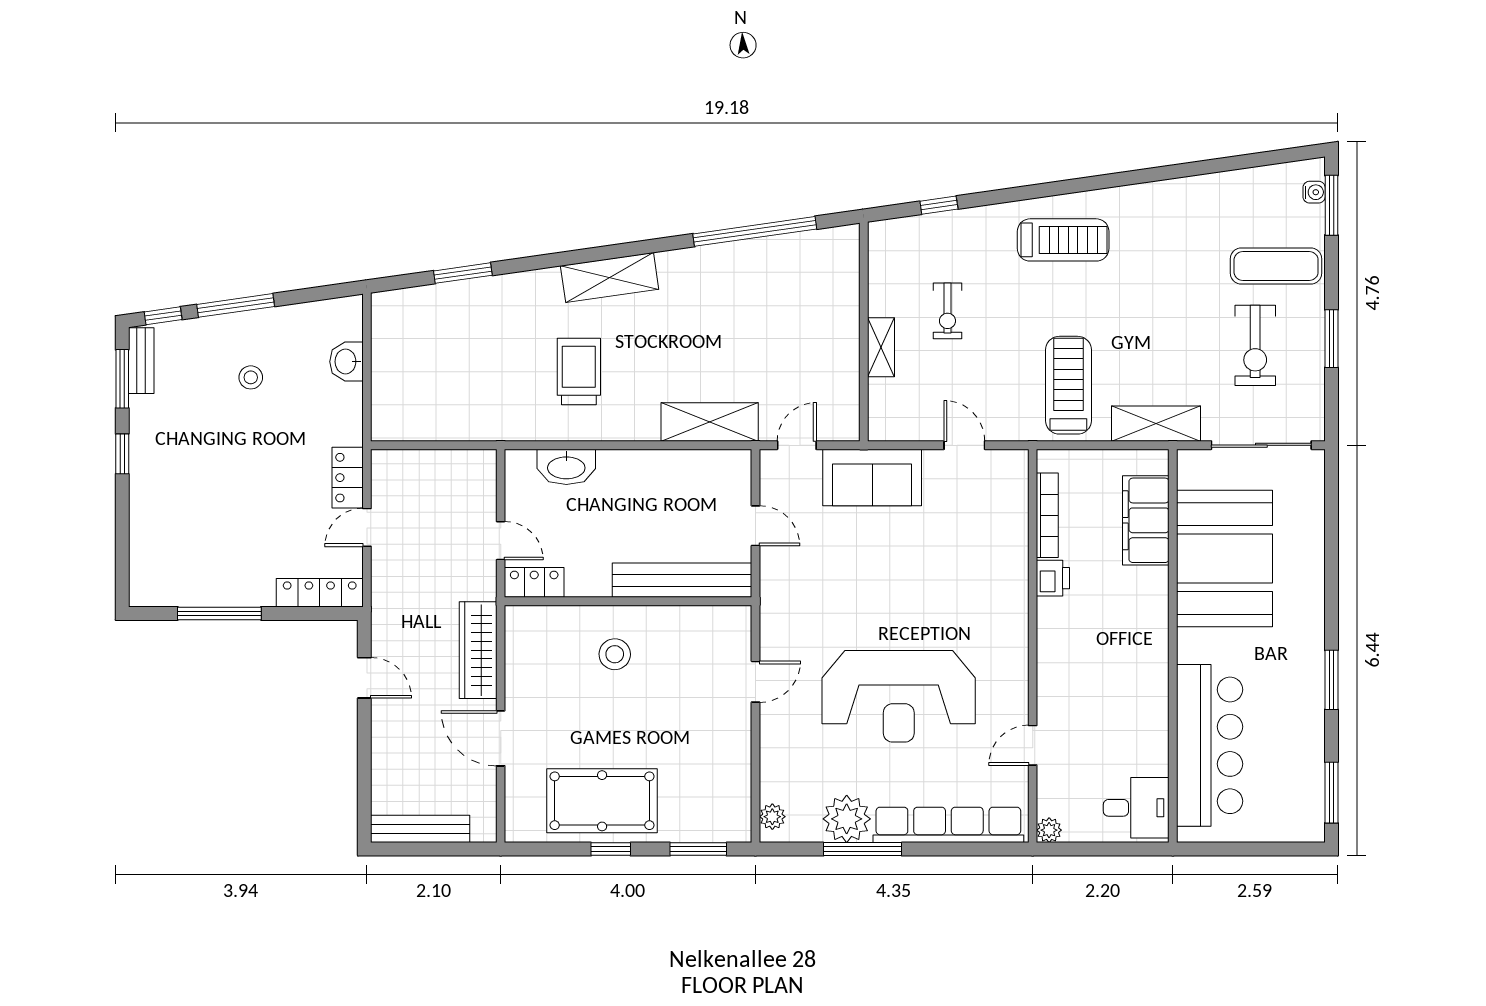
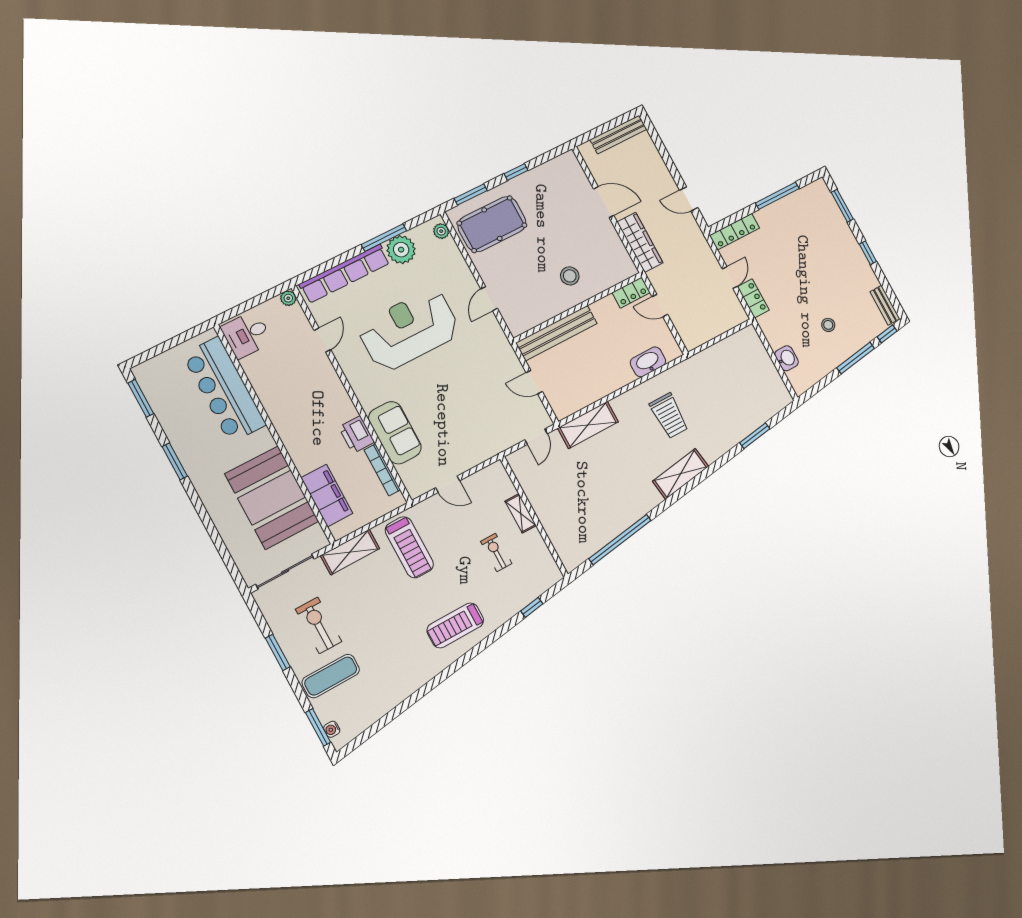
window: (122, 379) -> (842, 206), moved
sofa: (872, 477) -> (395, 433), moved, turned 90
printer: (1053, 578) -> (357, 435), width x1.36, depth x1.24
pool table: (602, 801) -> (492, 224), moved

